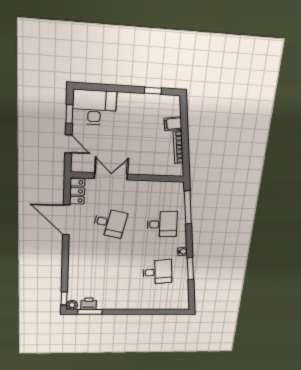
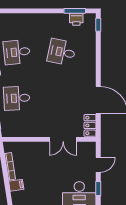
door: (68, 144) -> (98, 165), swing flipped
desk: (110, 223) -> (62, 52), moved
plant: (72, 305) -> (91, 18), removed

